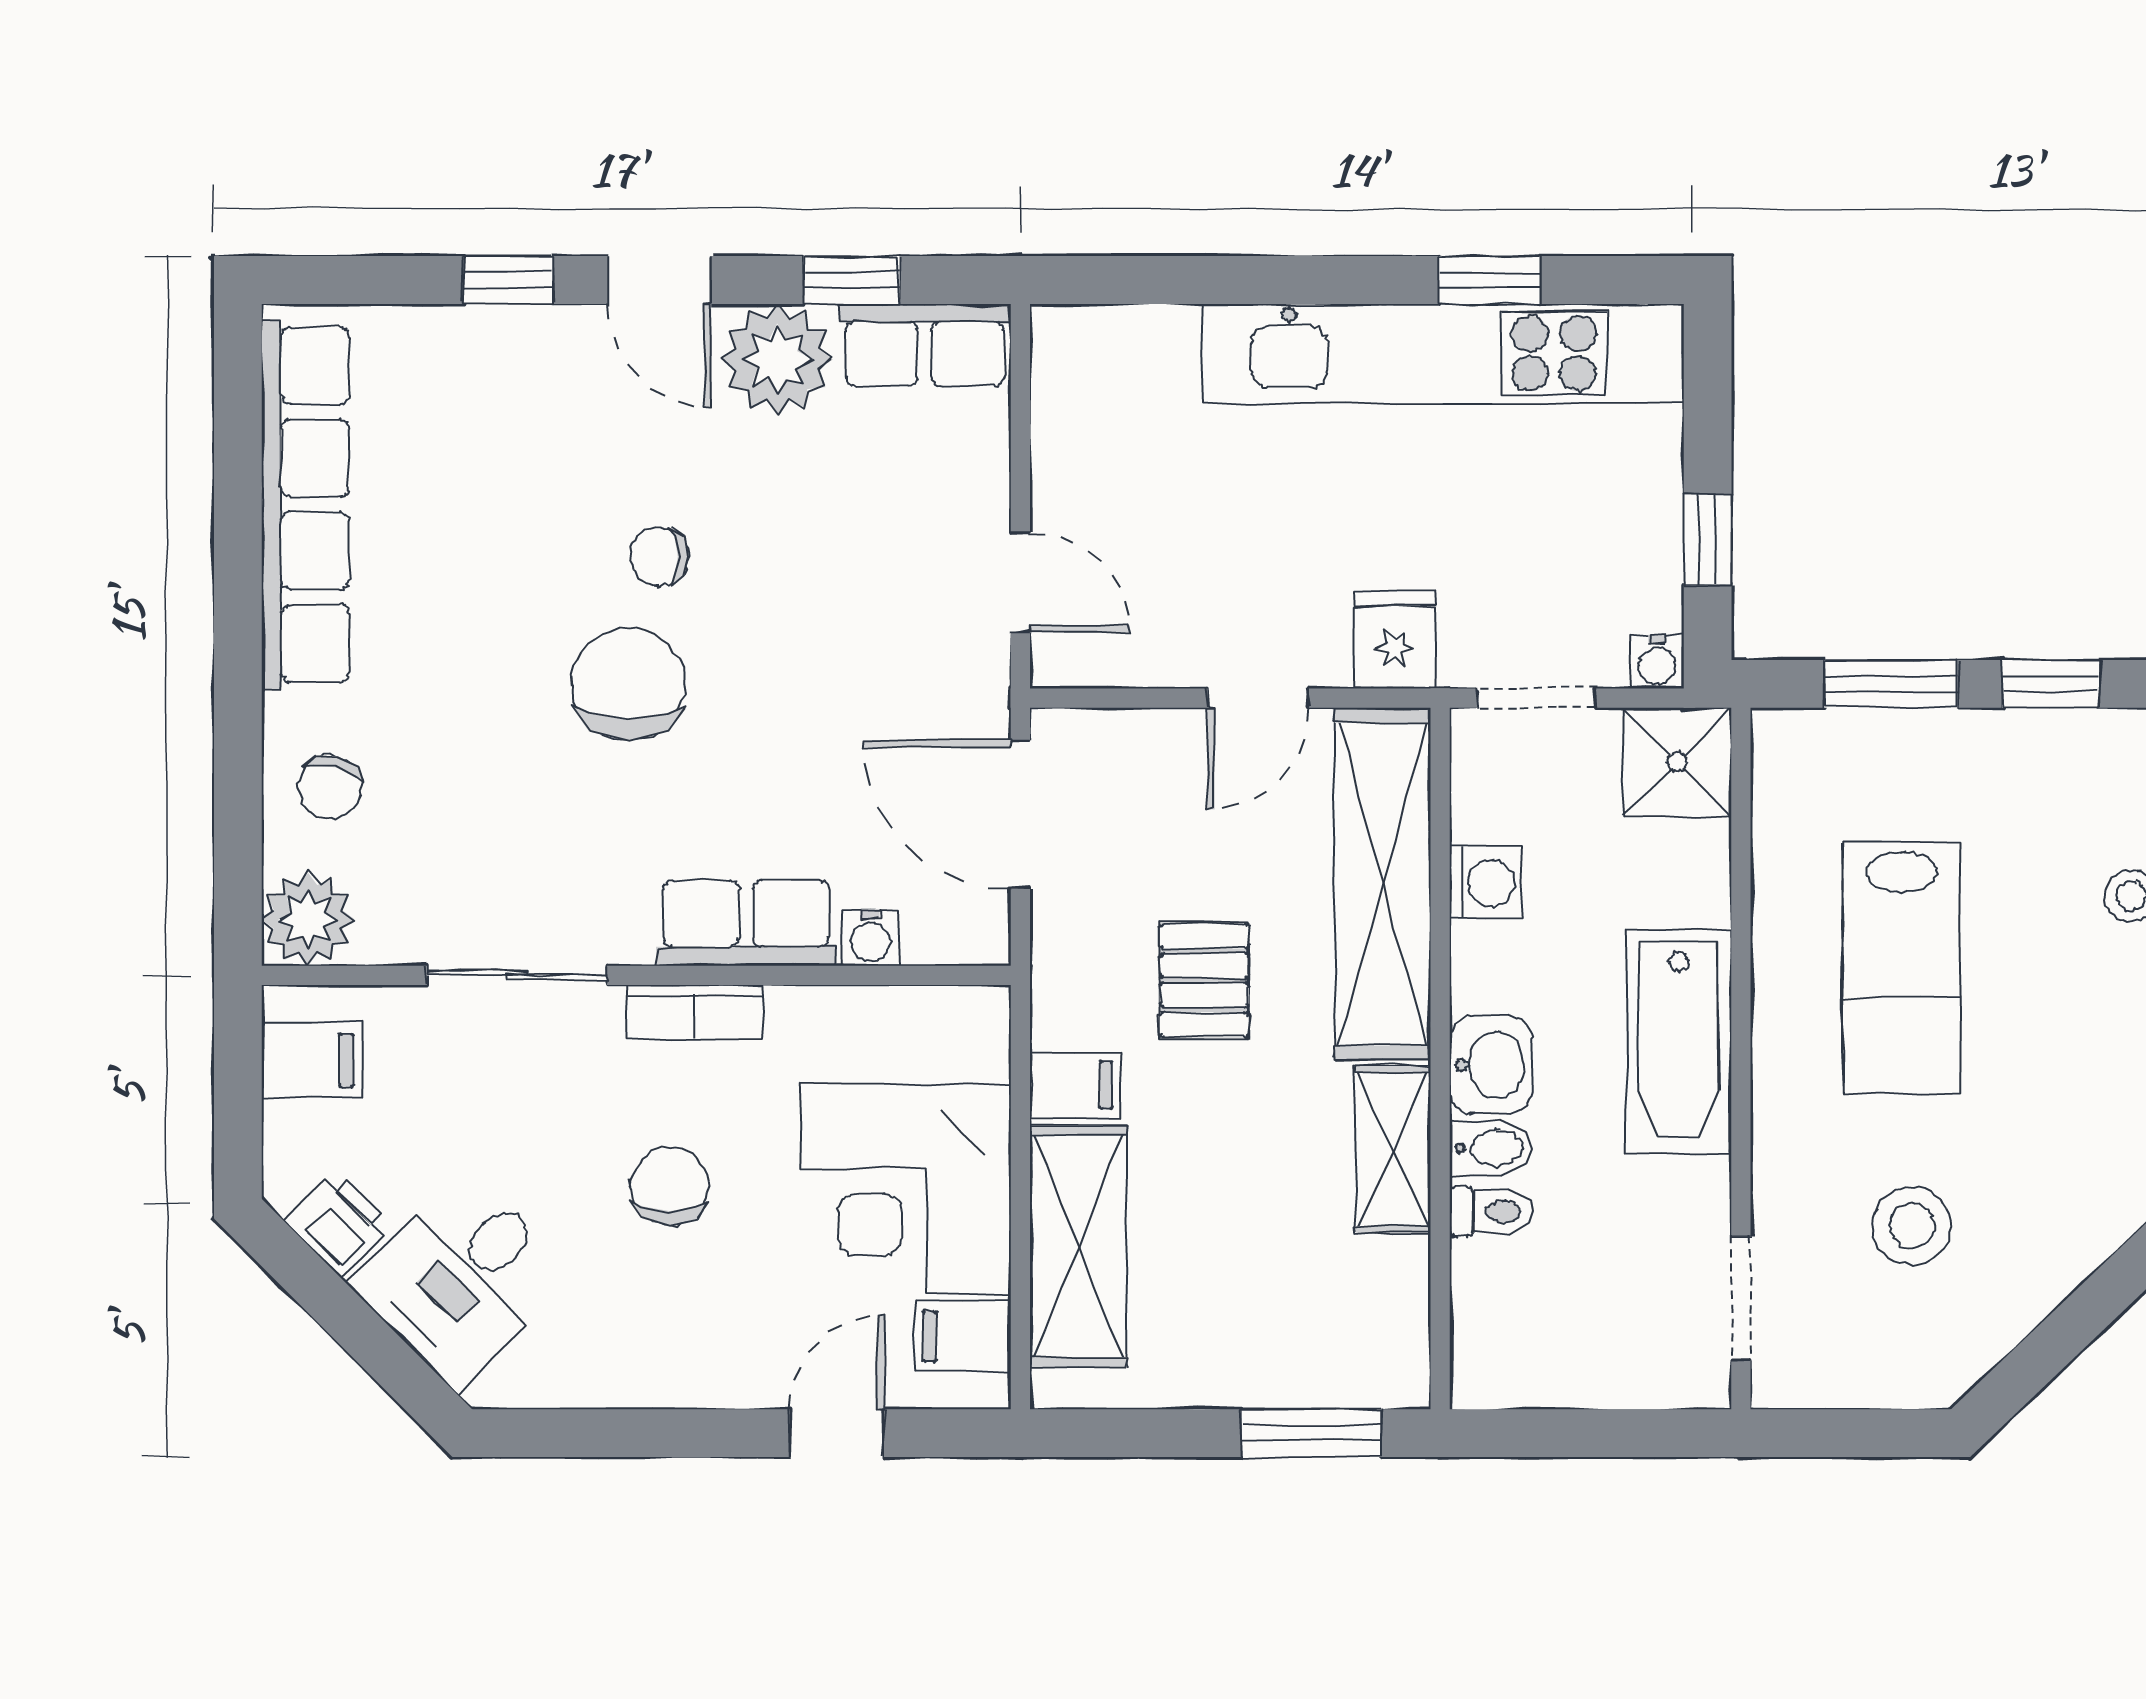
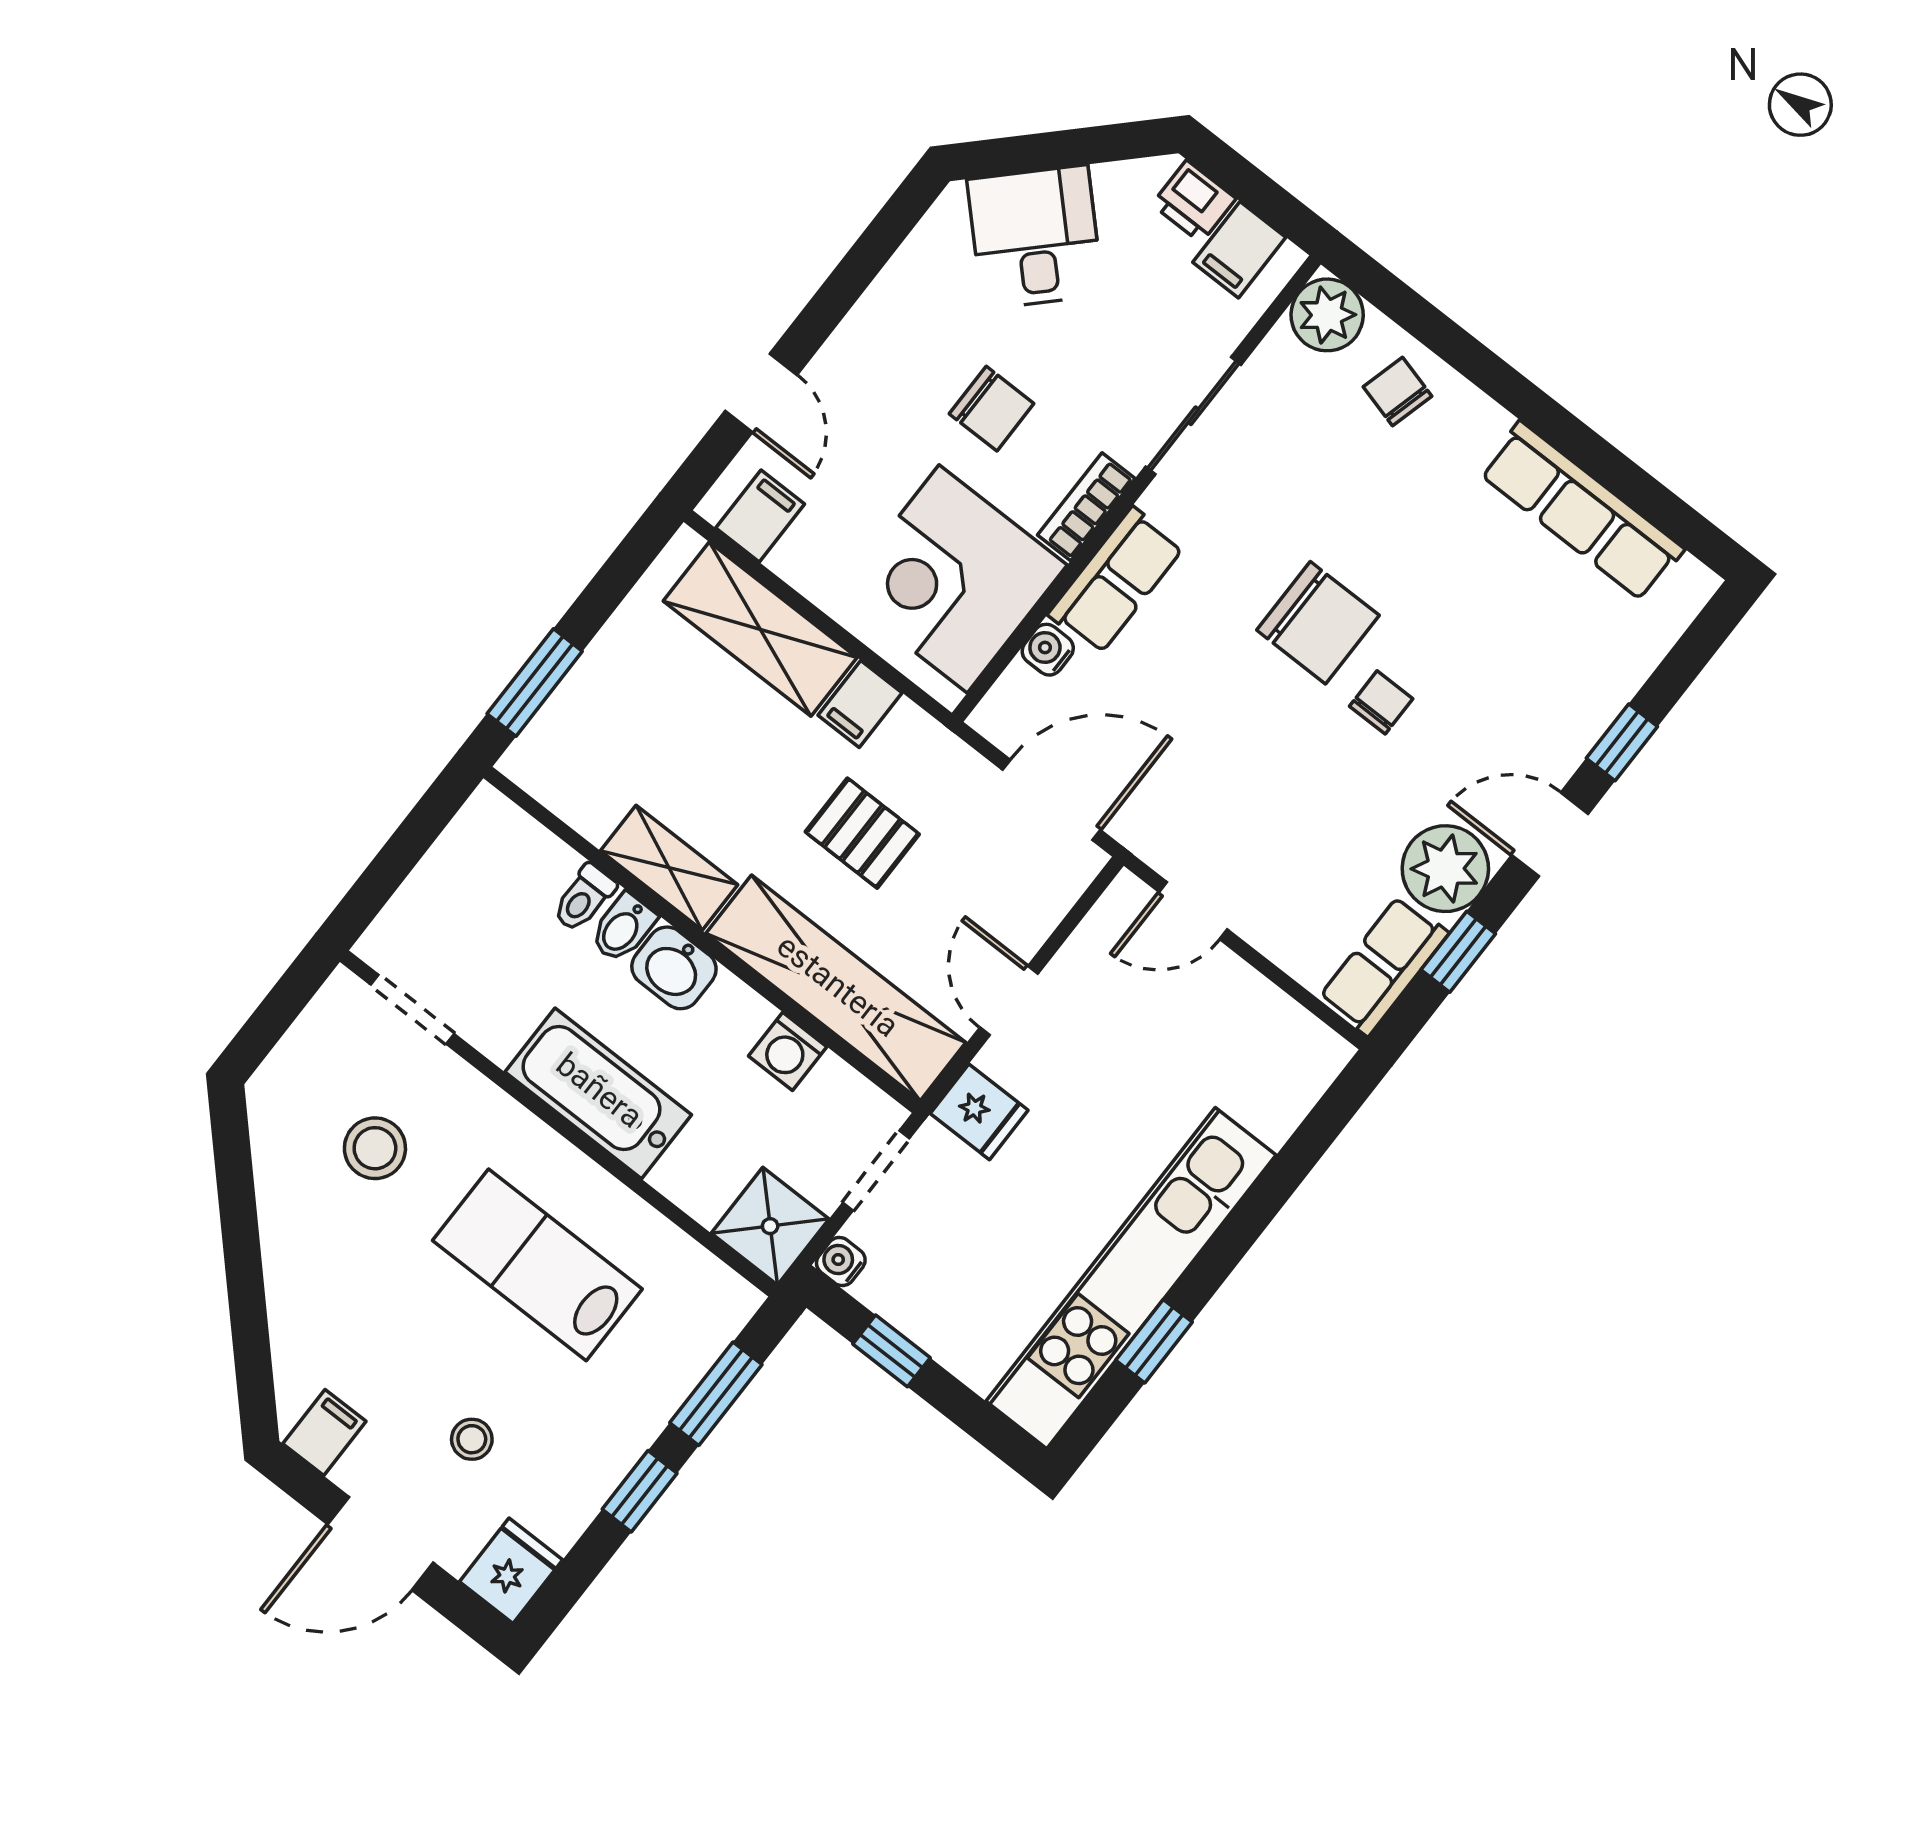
row of seats: (305, 505) -> (1582, 511), width x0.73
corner desk: (906, 1189) -> (953, 579), moved, turned -90
printer: (338, 1223) -> (1194, 201), moved, turned 45

